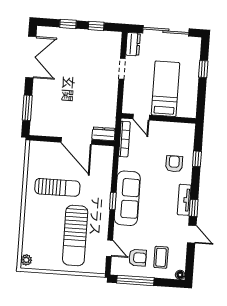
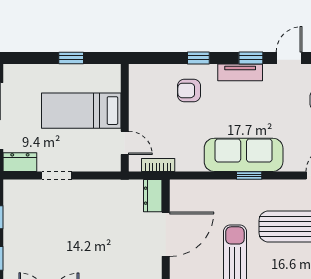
window: (203, 69) -> (71, 58), moved
door: (141, 117) -> (125, 143), hinge flipped
bookcase: (124, 139) -> (158, 165), width x0.64
window: (197, 159) -> (198, 58), moved

